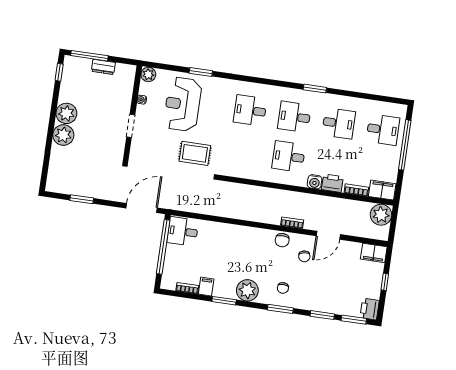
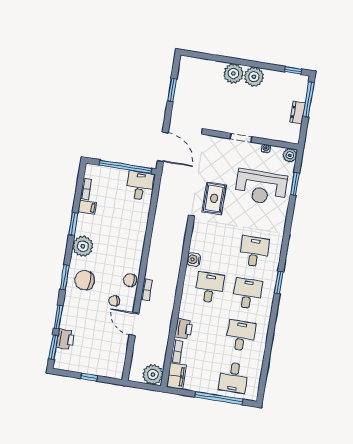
window: (201, 72) -> (295, 184), moved
window: (315, 89) -> (279, 282), moved
reception desk: (183, 104) -> (261, 187), turned 180
desk: (339, 123) -> (240, 336), turned 180
water cooler: (315, 182) -> (194, 260), moved
filing cabinet: (374, 253) -> (117, 367), removed
chair: (283, 288) -> (85, 280), width x1.87, depth x1.87
printer: (370, 309) -> (65, 339), moved, turned 90

